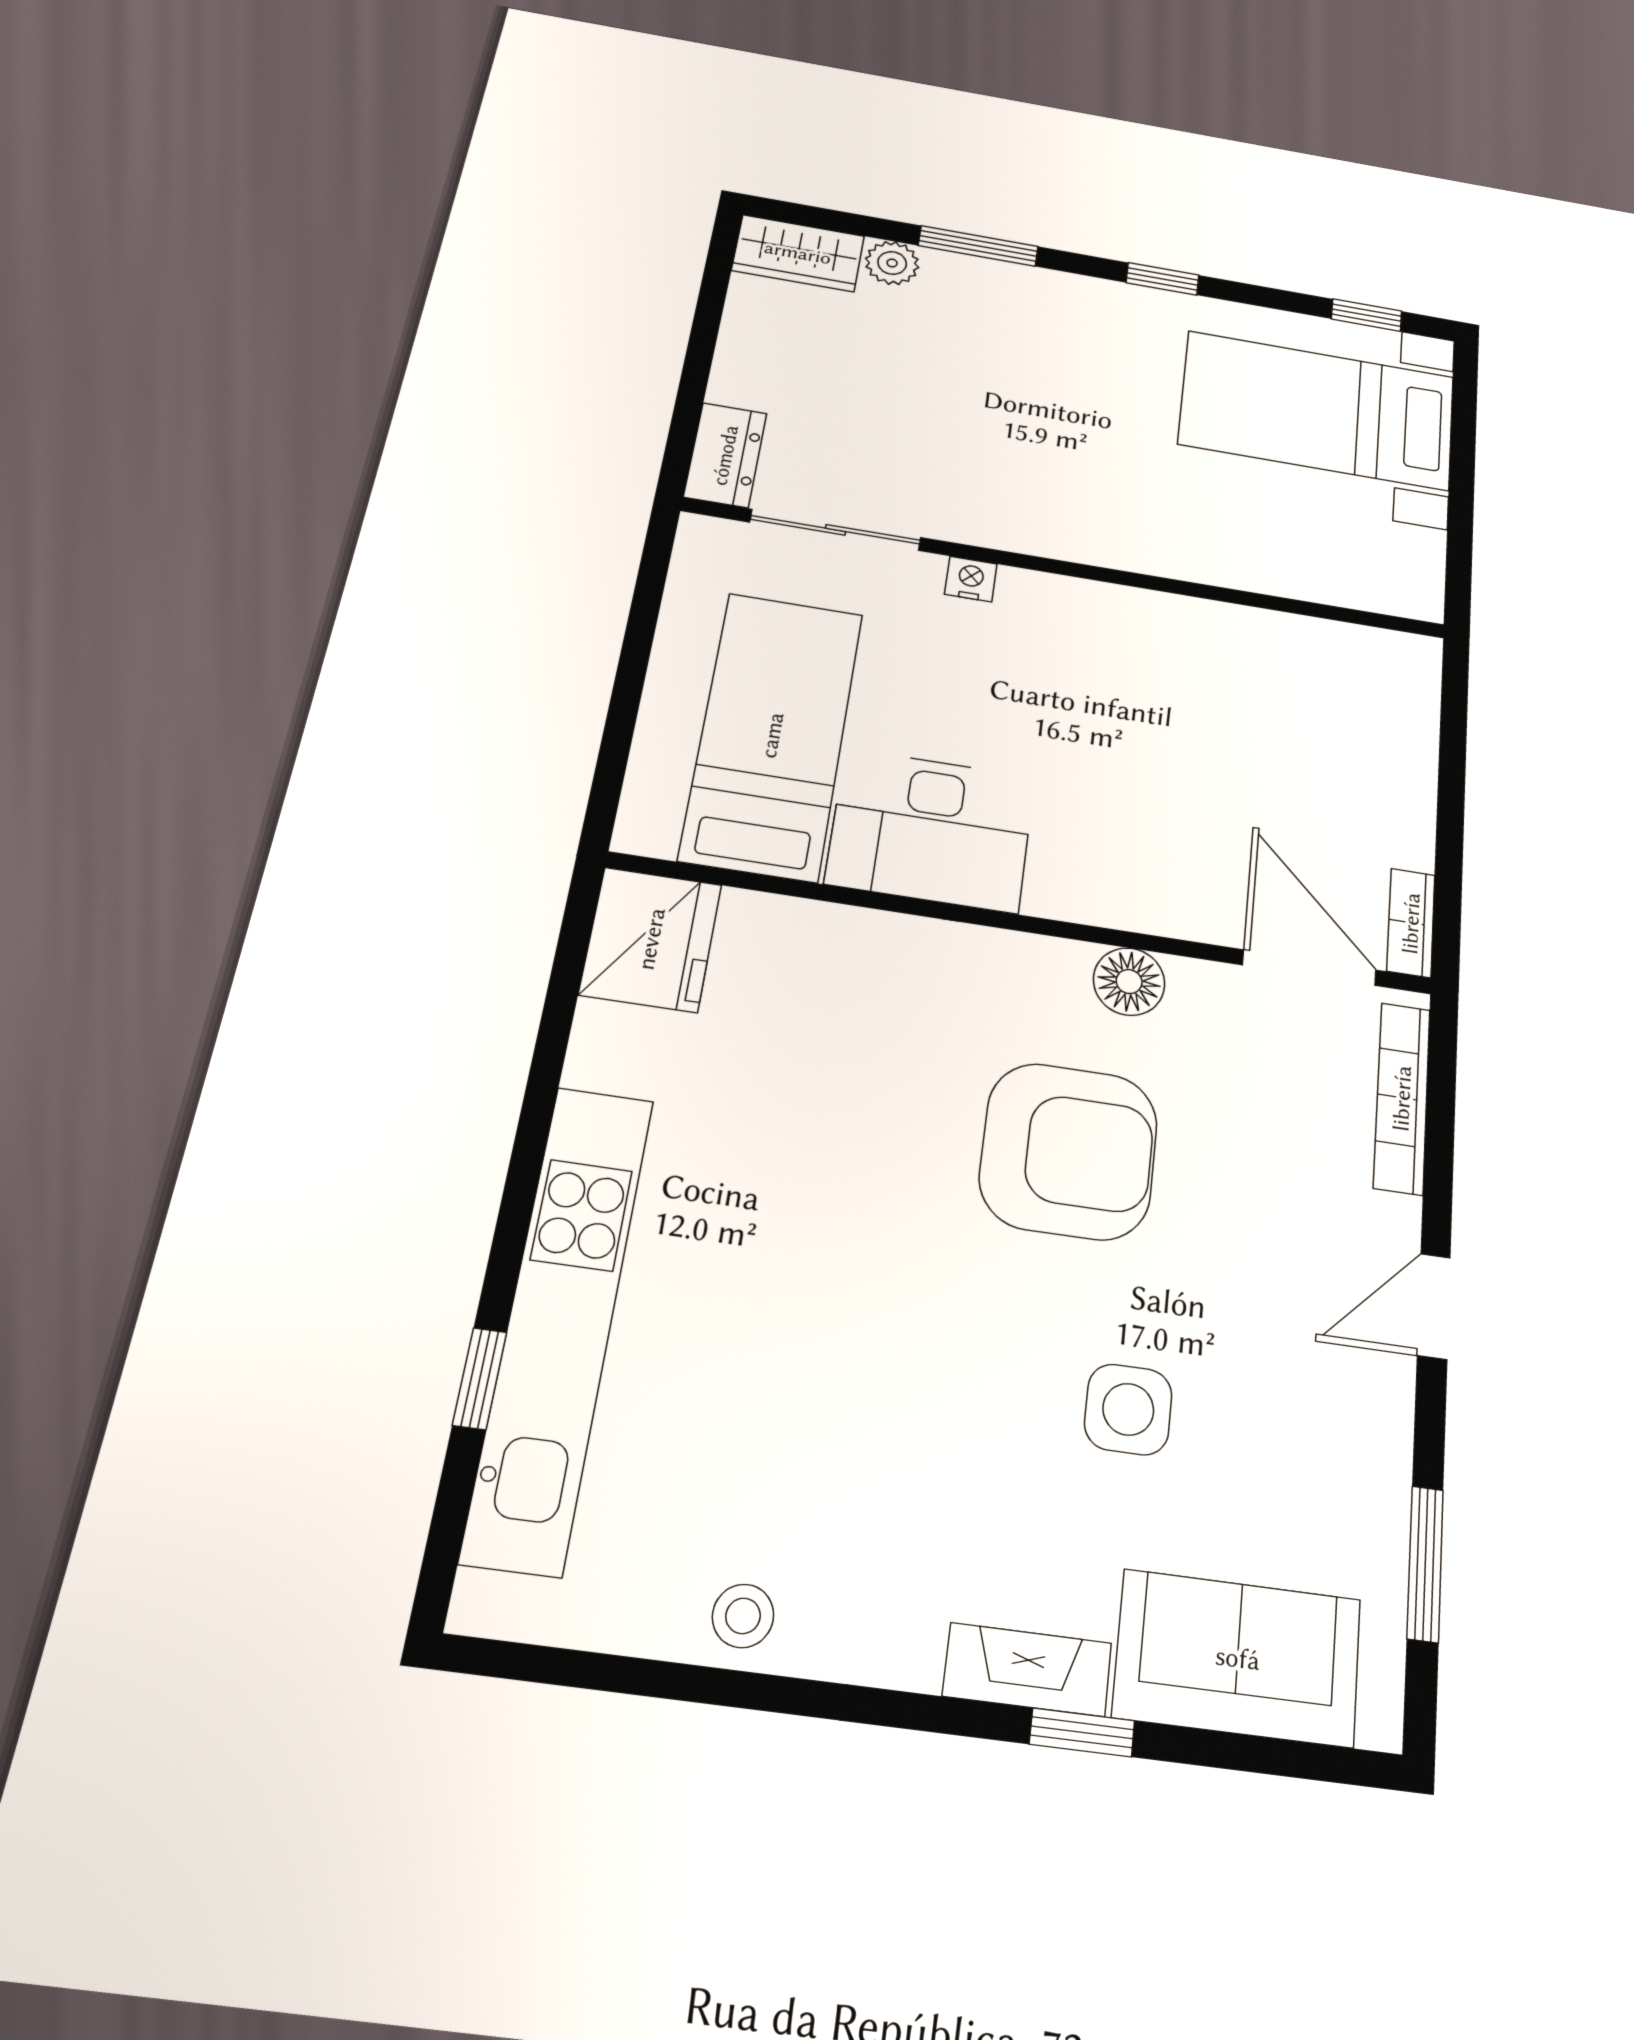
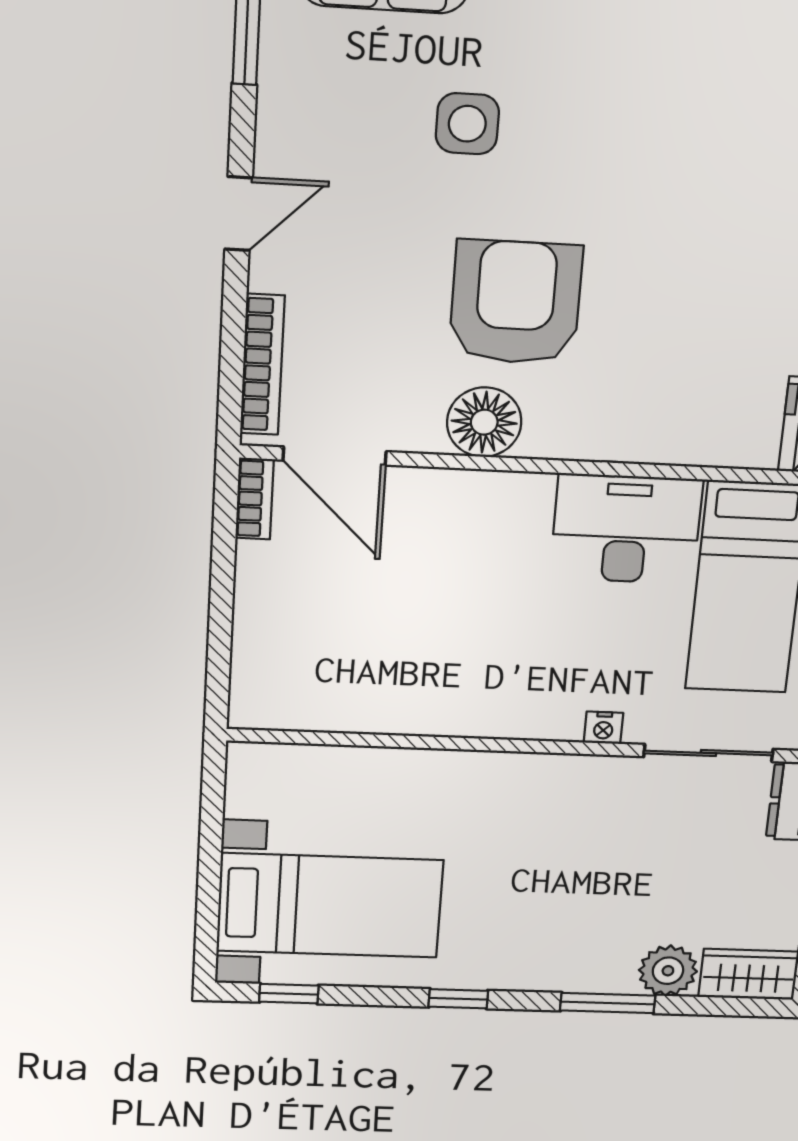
plant: (892, 263) -> (668, 971), width x1.38, depth x1.38
floor lamp: (1129, 982) -> (484, 422), width x1.38, depth x1.38
armchair: (1069, 1151) -> (516, 302), turned 90

